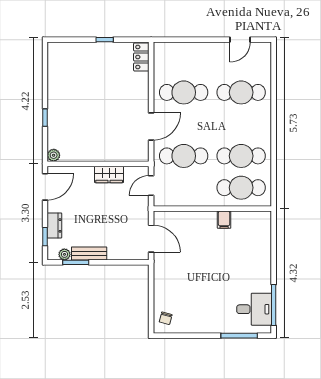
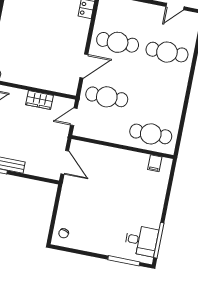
cafe table: (241, 156) -> (156, 107), removed
filing cabinet: (224, 220) -> (155, 163), moved

